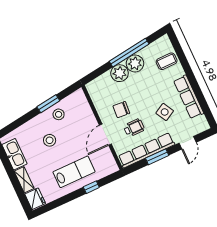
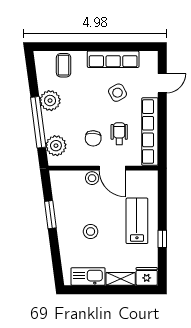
window: (129, 53) -> (38, 122), moved
plant: (120, 73) -> (56, 146), moved
stool: (59, 114) -> (92, 178), moved
door: (188, 143) -> (162, 83), hinge flipped
window: (157, 157) -> (162, 123), removed
window: (91, 187) -> (162, 239), moved

